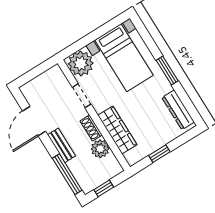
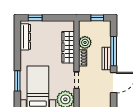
window: (167, 71) -> (17, 81), moved
window: (159, 154) -> (35, 18), moved
window: (67, 174) -> (114, 51), moved

